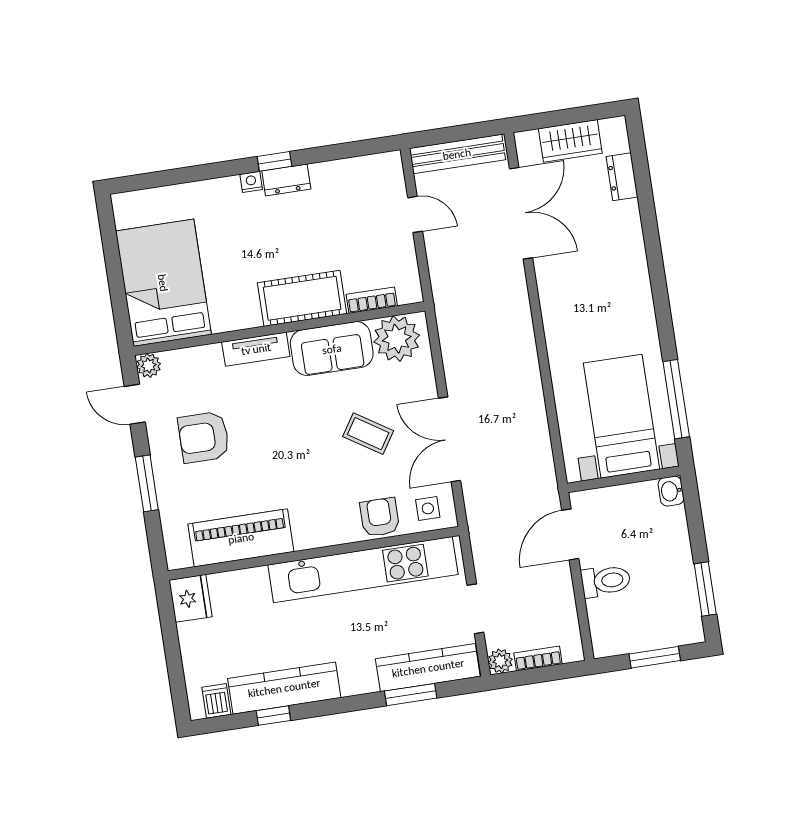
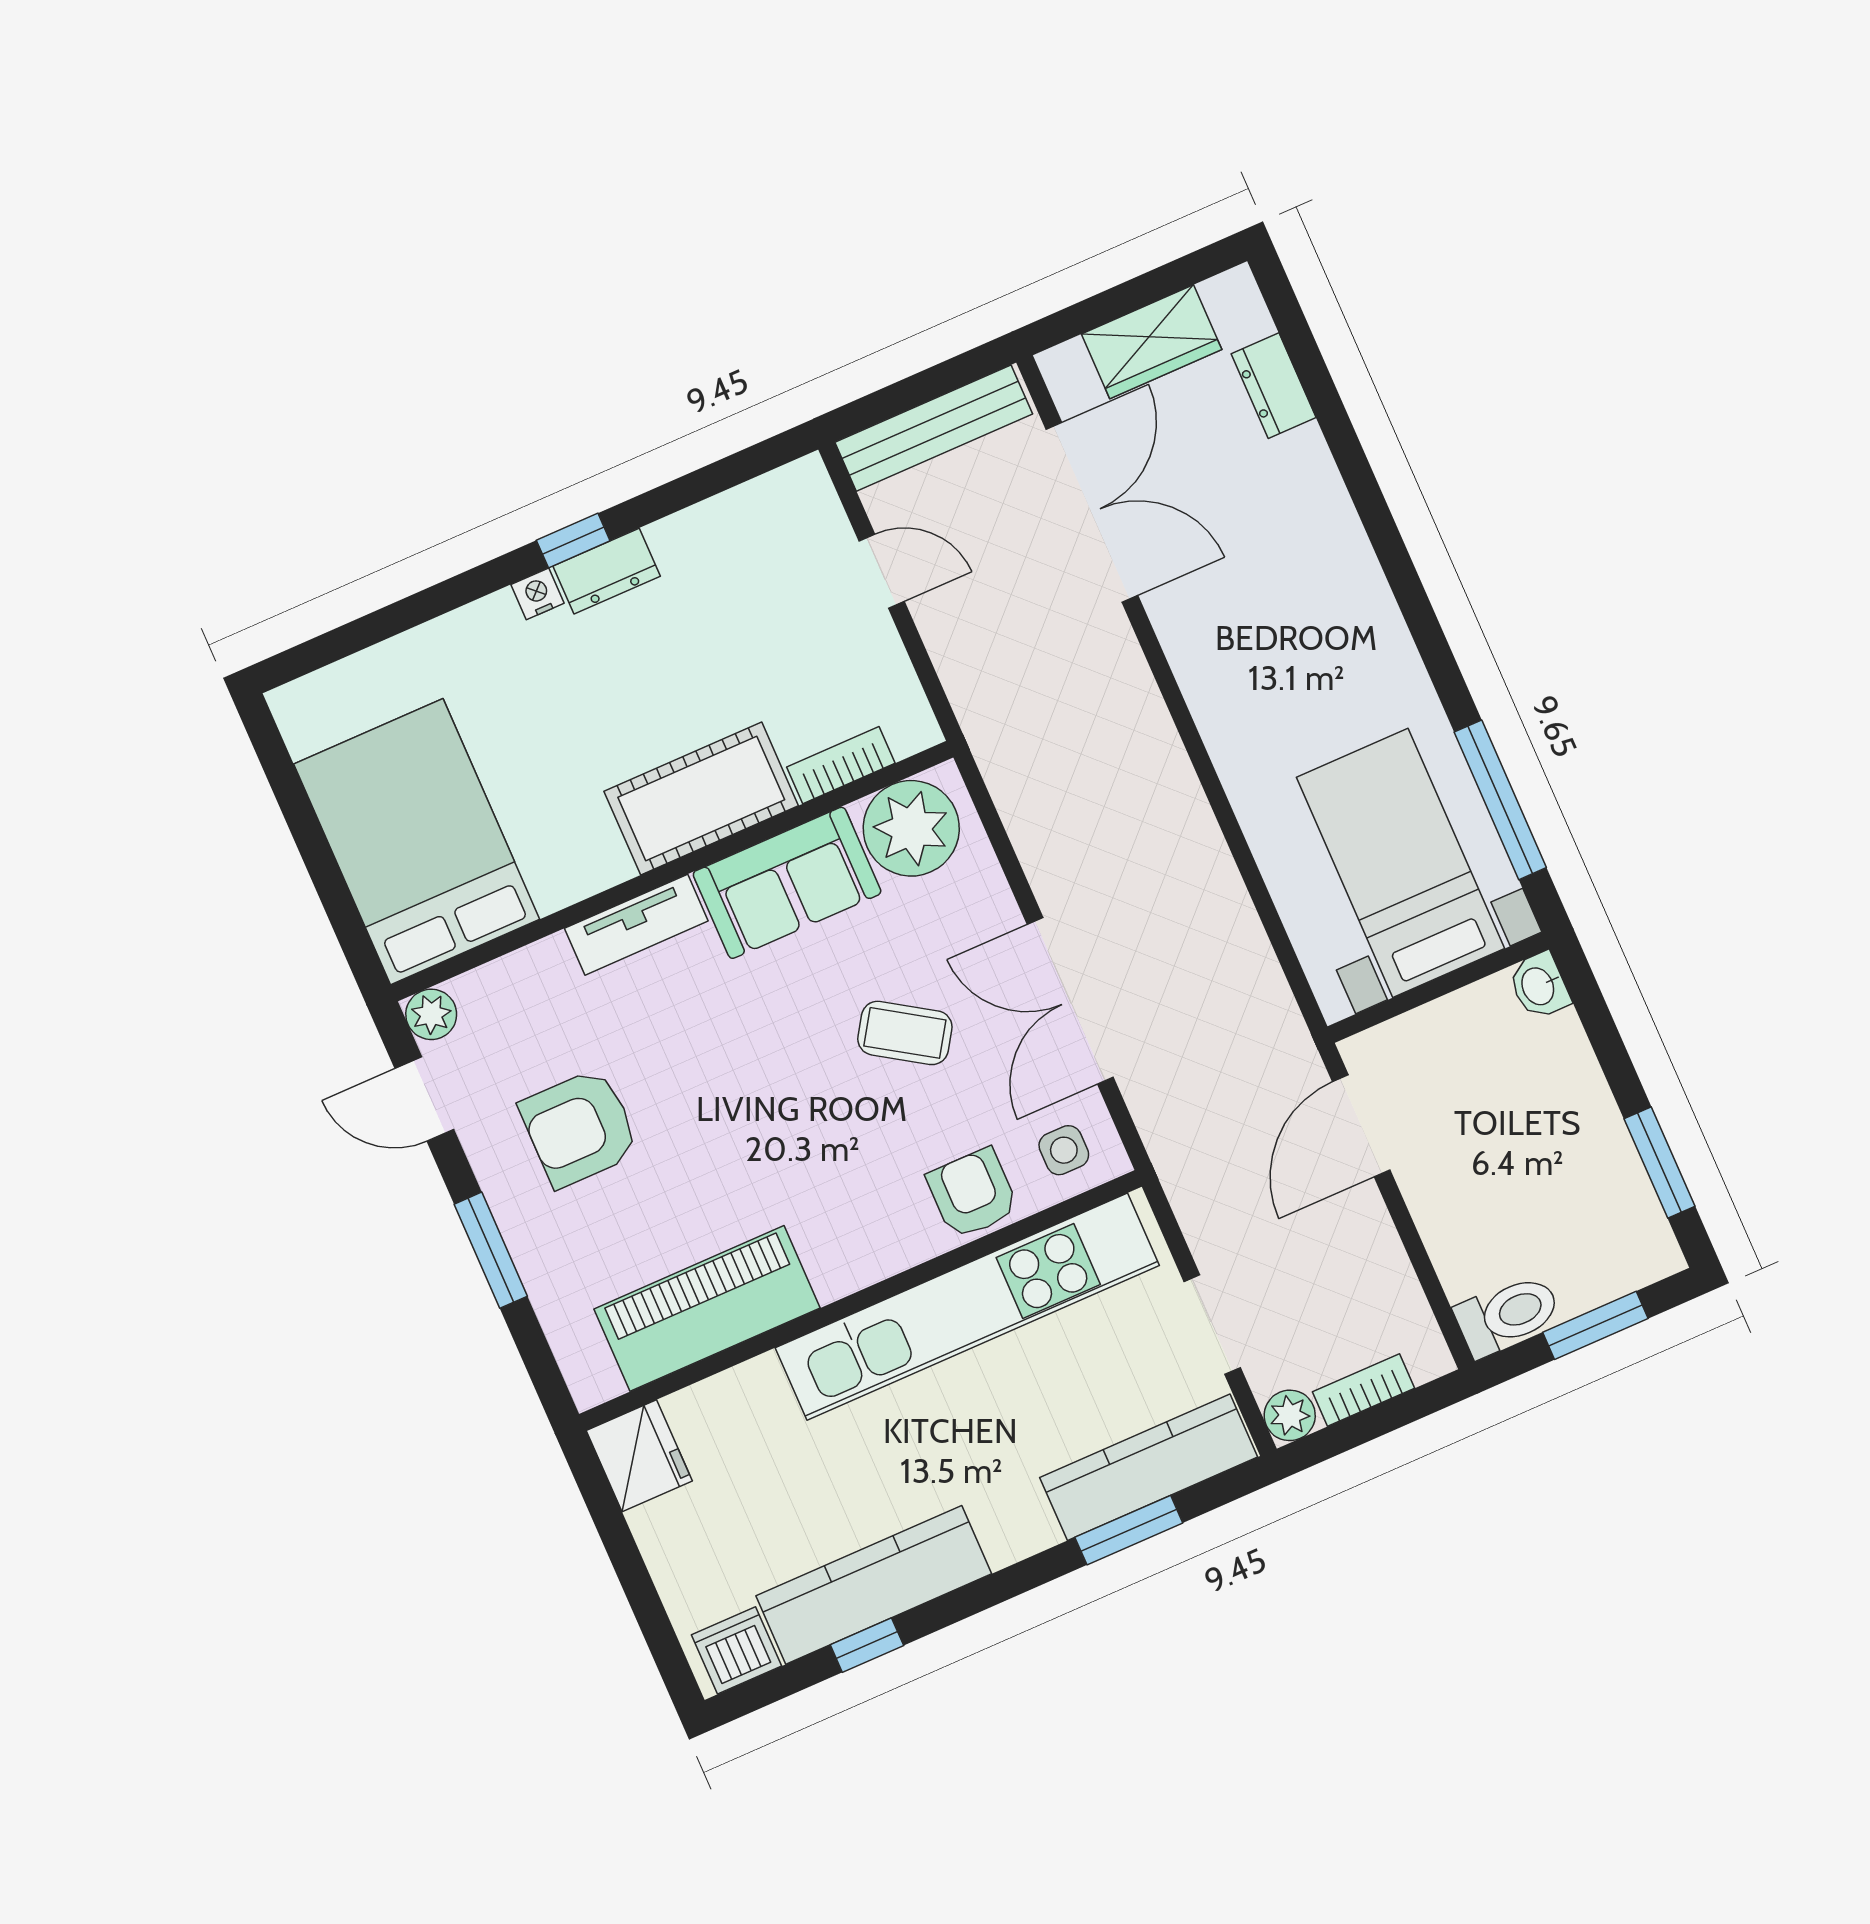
toilet: (606, 581) -> (1508, 1315), moved
dishwasher: (216, 701) -> (737, 1650), width x1.38

